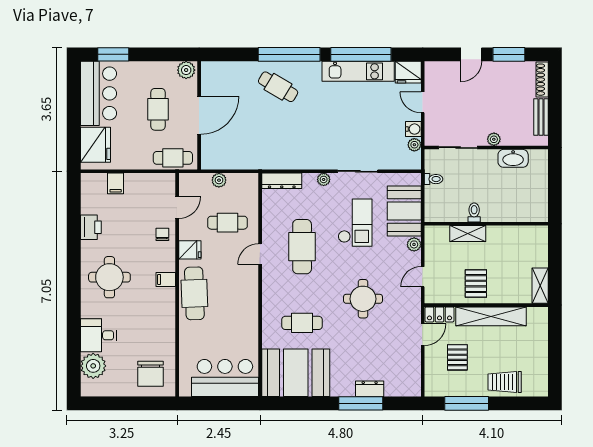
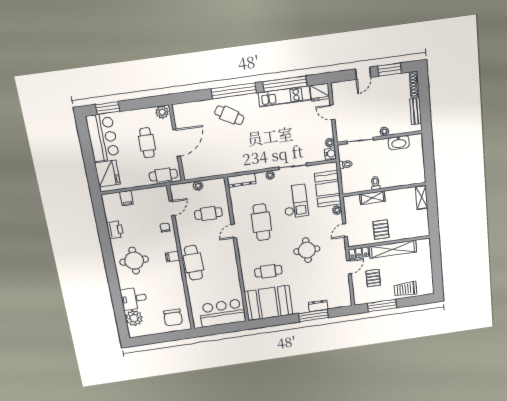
water cooler: (413, 129) -> (330, 154), moved
fridge: (190, 250) -> (186, 235), removed
shelving: (540, 286) -> (422, 197), moved

